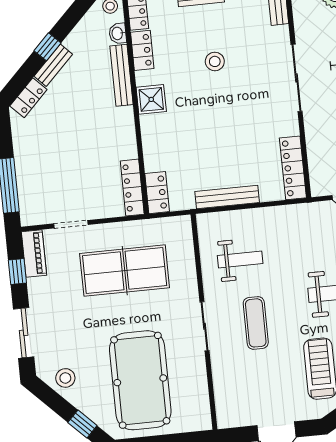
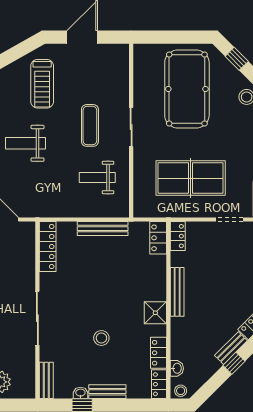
bench: (122, 75) -> (177, 292), moved
locker: (132, 188) -> (178, 236), width x0.66

